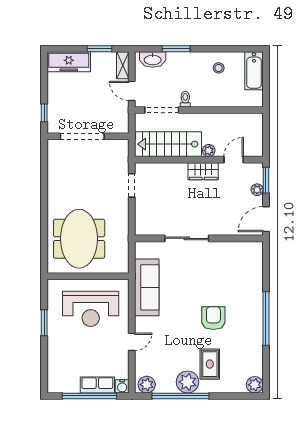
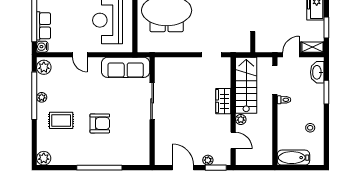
bathtub: (254, 71) -> (293, 158), moved
wardrobe: (203, 171) -> (223, 101), moved
sliding door: (187, 238) -> (152, 101), moved
wall: (199, 238) -> (152, 111), moved
plant: (188, 382) -> (42, 97), width x0.53, depth x0.53

